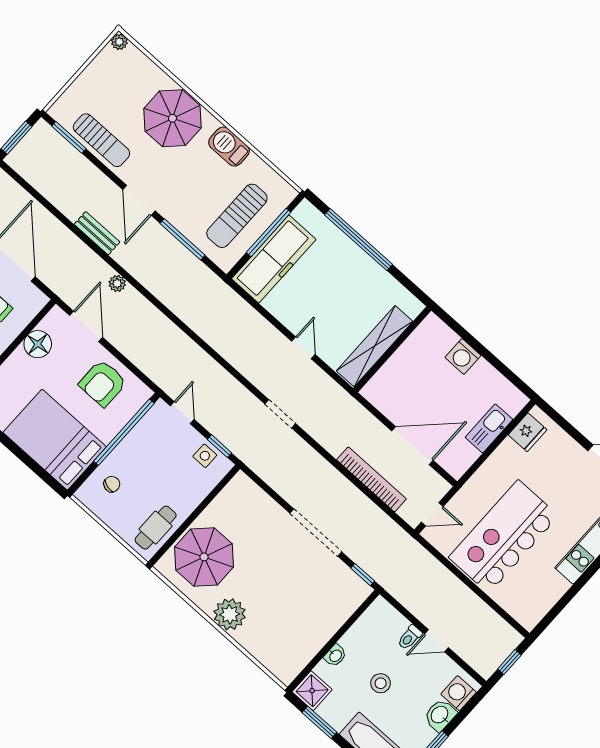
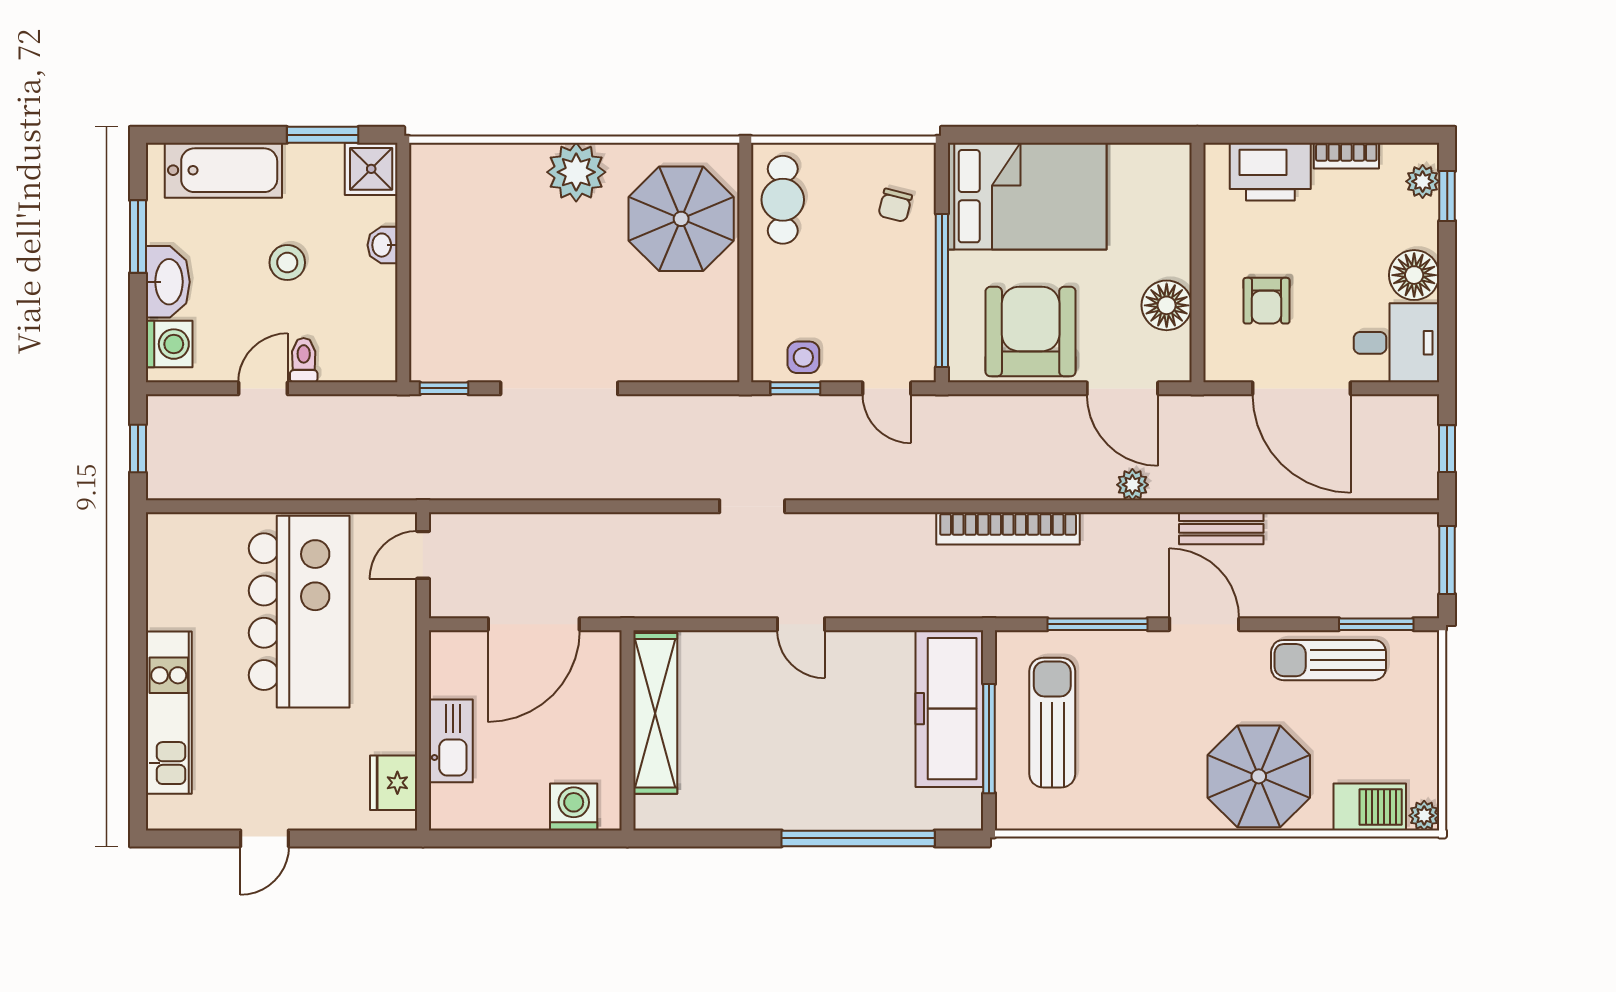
barbecue: (229, 147) -> (1370, 807), moved
shelving: (375, 346) -> (655, 713), moved
wall: (392, 349) -> (627, 730), moved
armchair: (103, 383) -> (1031, 332), width x1.36, depth x1.36
bookcase: (371, 479) -> (1008, 528), moved
washbasin: (440, 715) -> (168, 282), width x1.38

